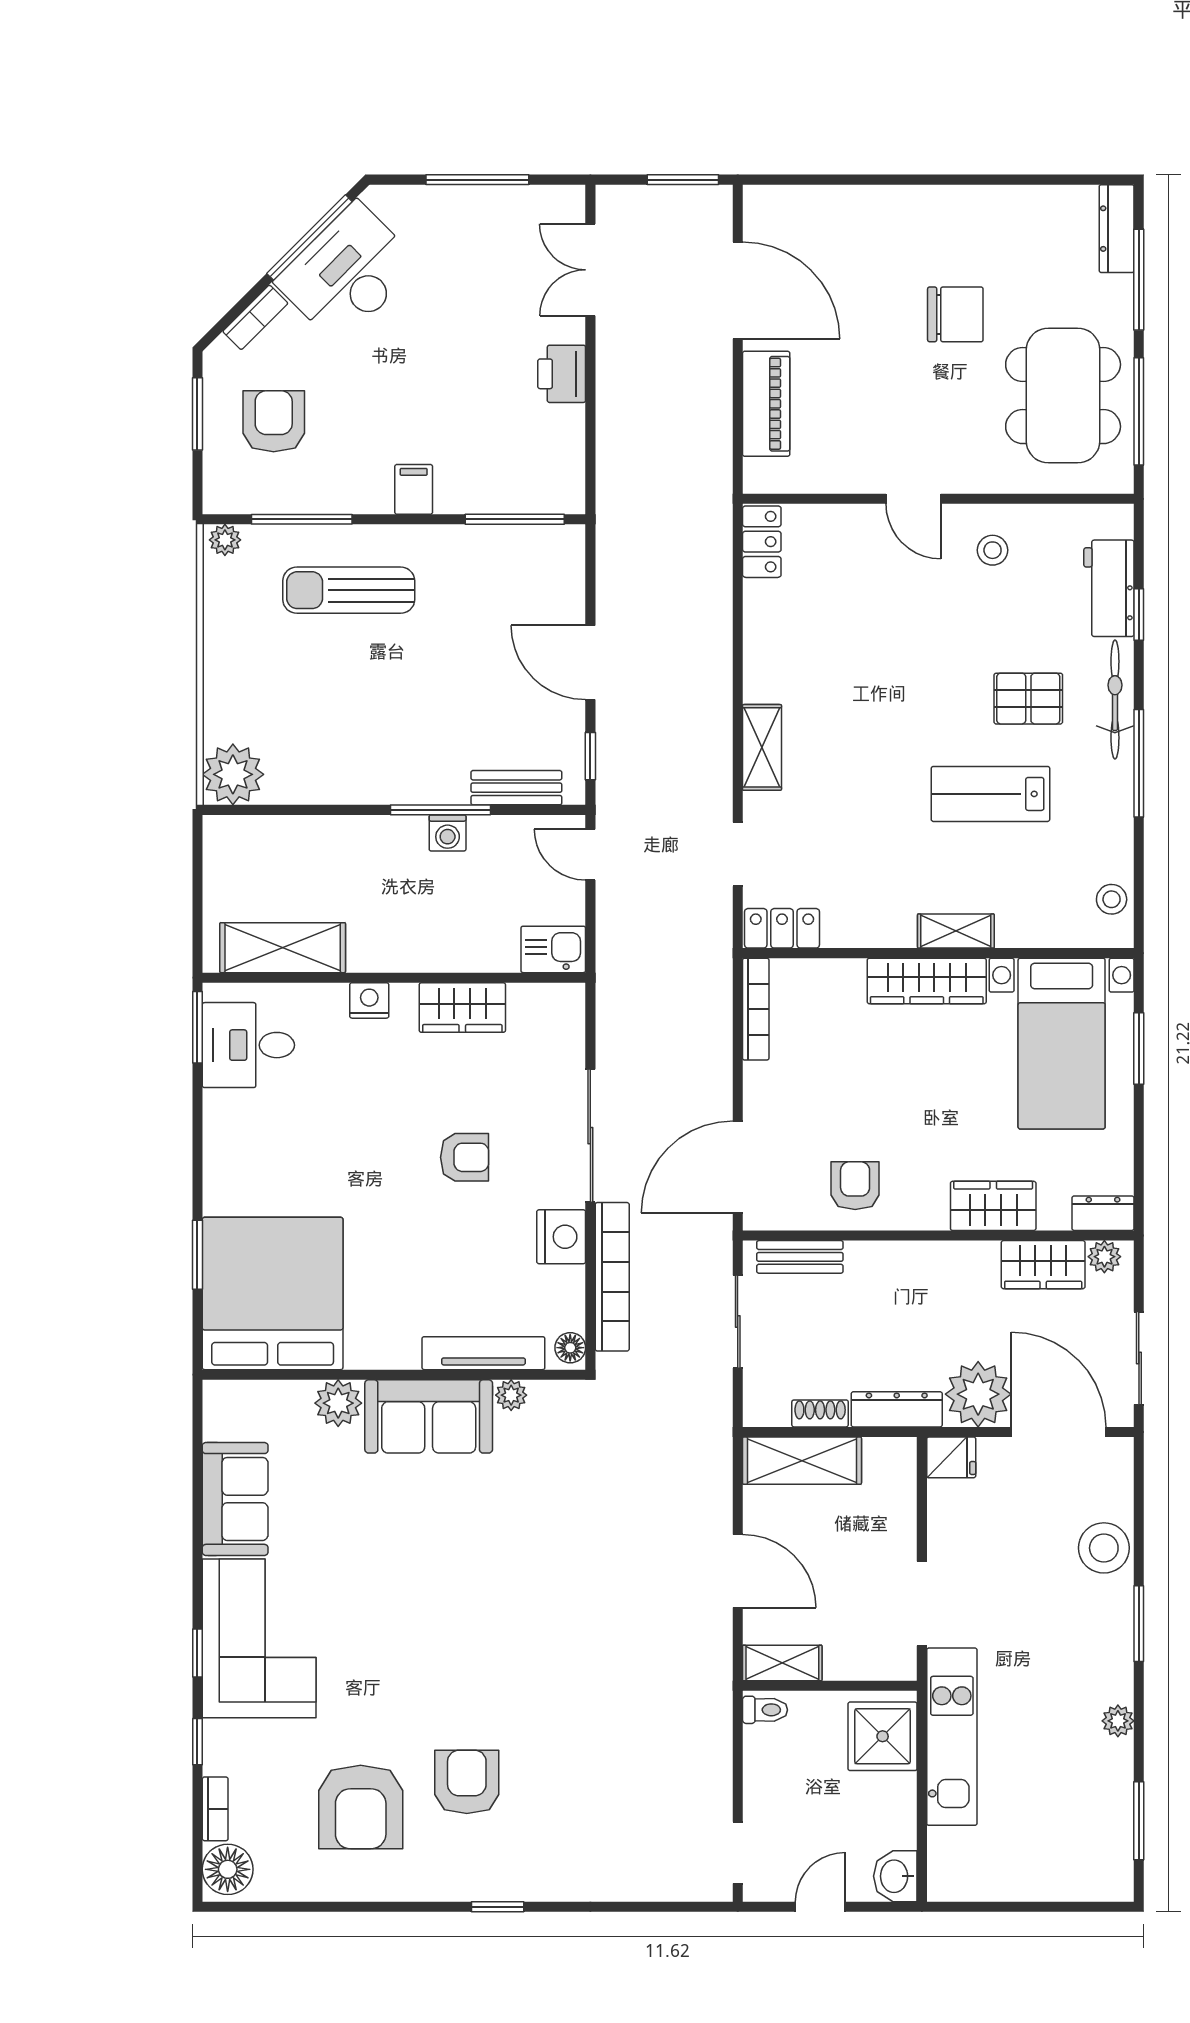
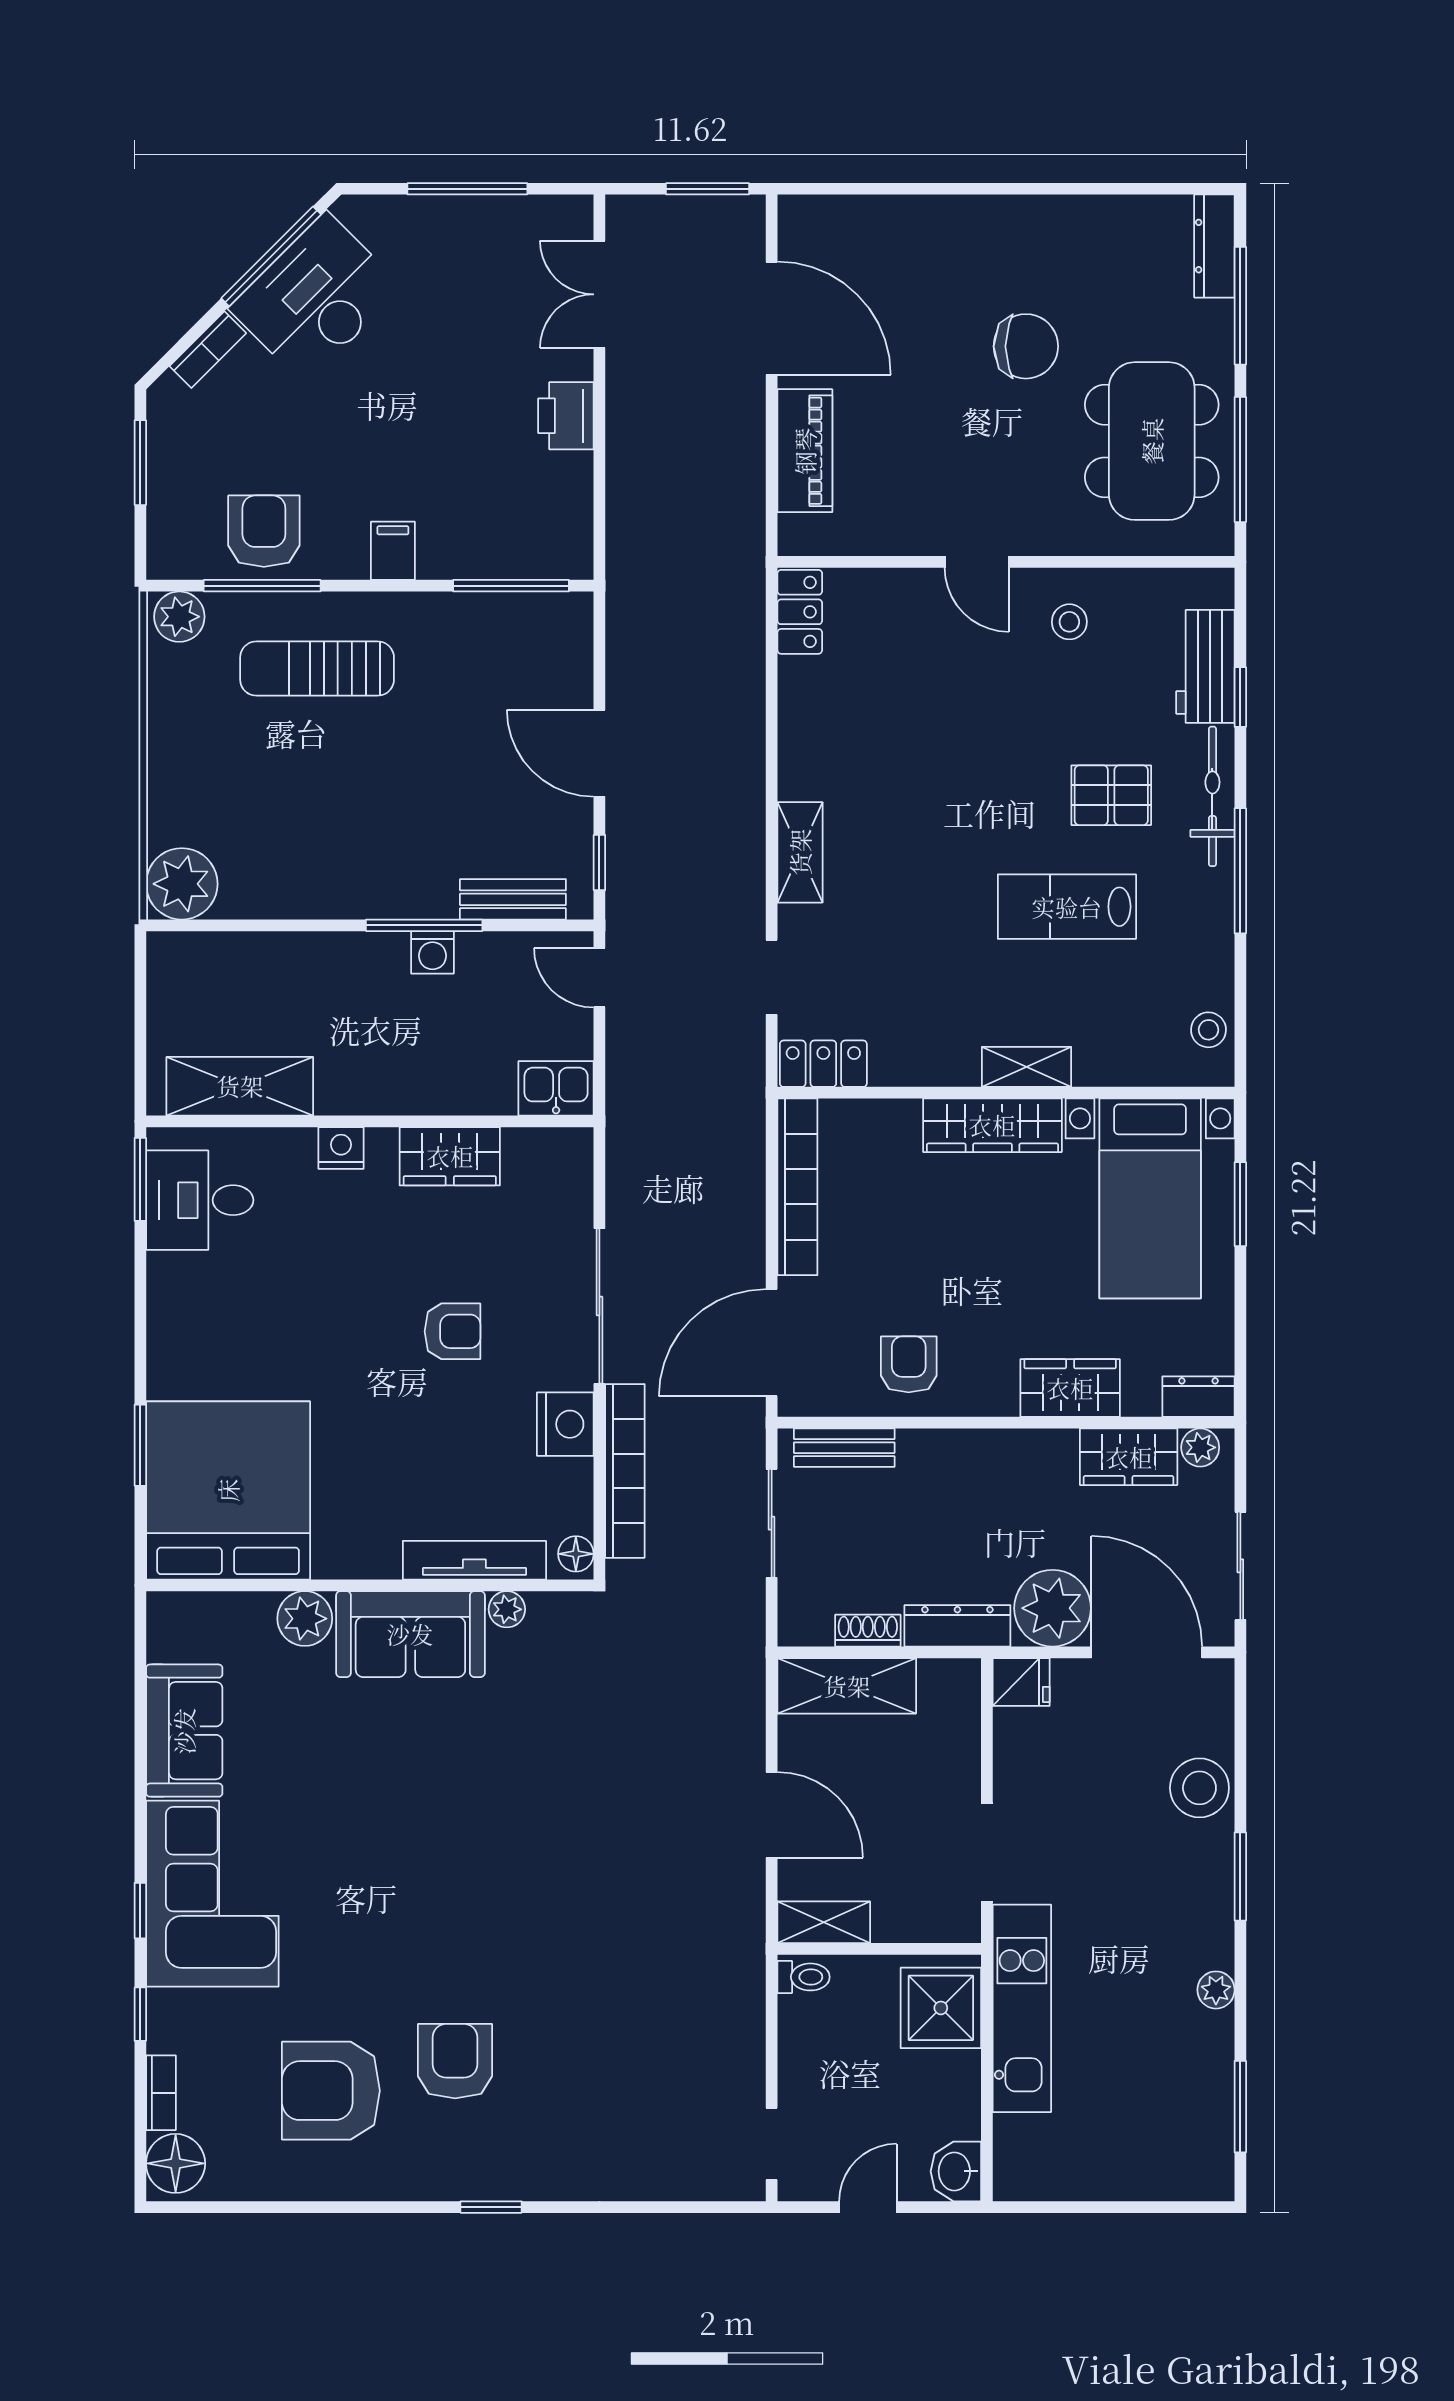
armchair: (274, 421) -> (264, 531), moved
plant: (225, 540) -> (179, 617), width x1.38, depth x1.38
bookcase: (756, 1009) -> (797, 1187), width x1.48, depth x1.31
armchair: (361, 1807) -> (331, 2091), turned 90

